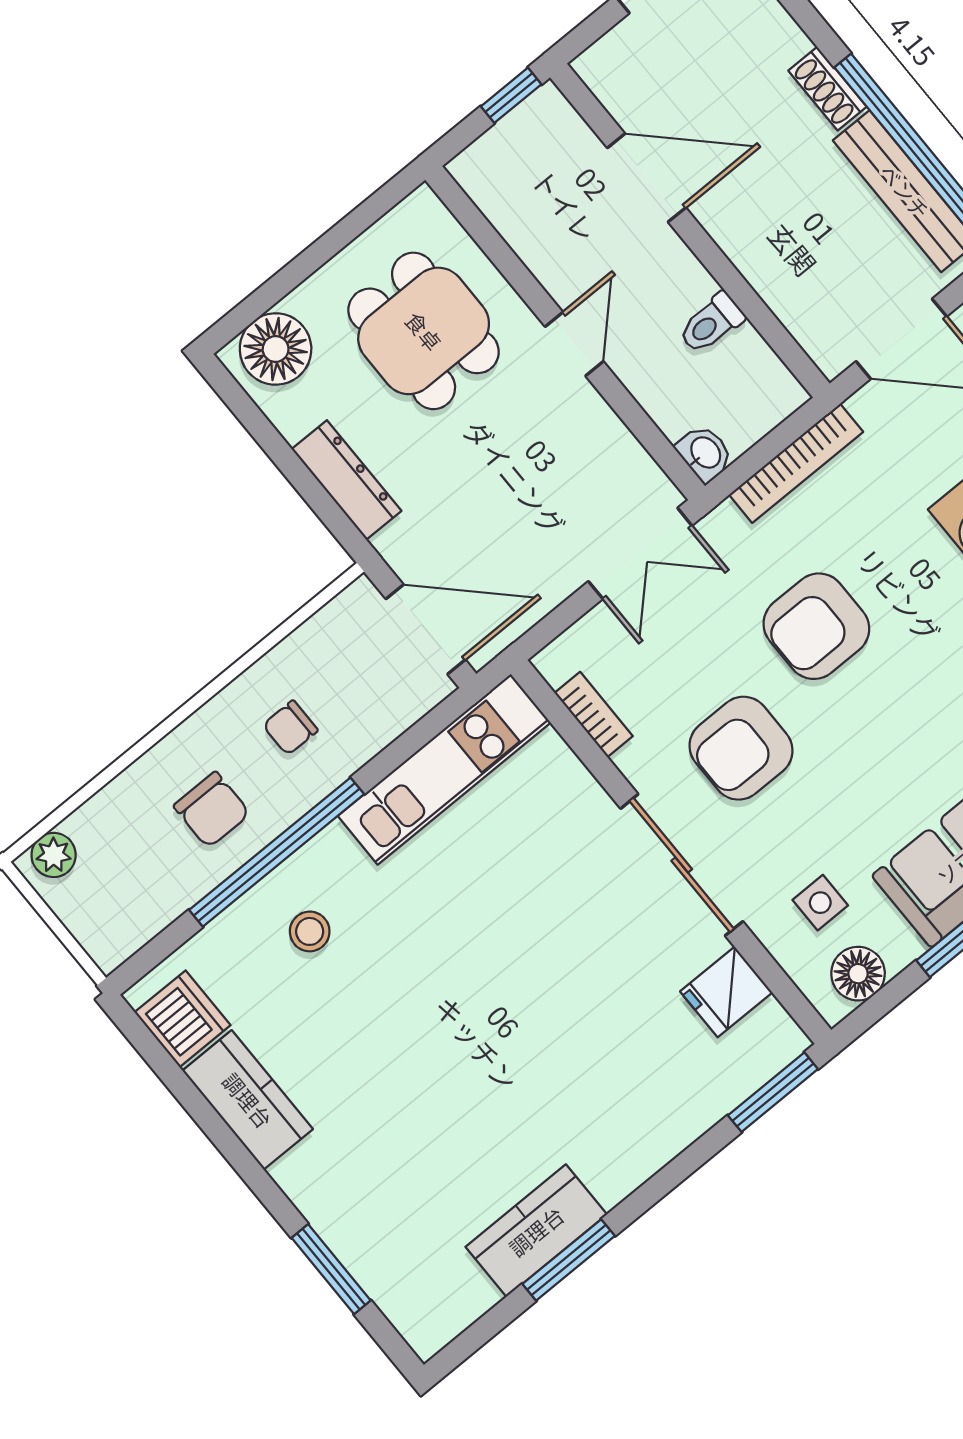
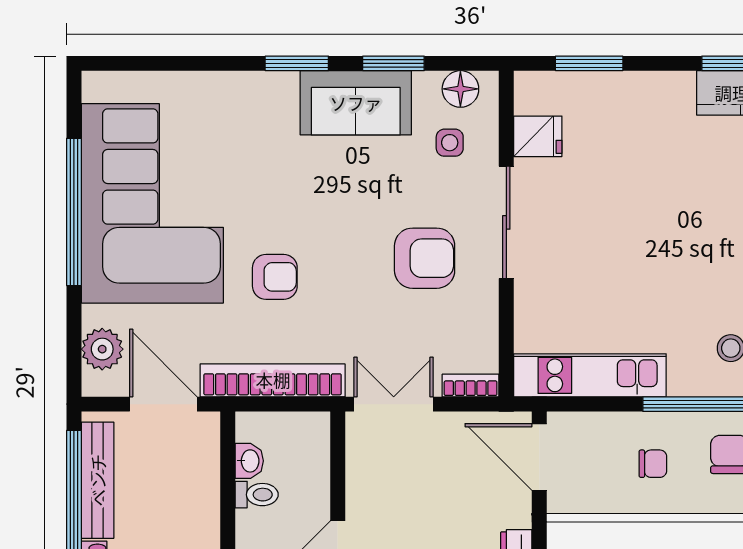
washbasin: (705, 453) -> (249, 461), moved, turned 180
bookcase: (796, 463) -> (273, 380), width x1.48, depth x1.31
armchair: (816, 626) -> (275, 277), moved, width x0.72, depth x0.72
bookcase: (594, 714) -> (471, 385), moved, turned 90
window: (773, 1092) -> (589, 63), moved

